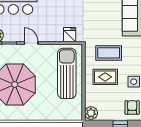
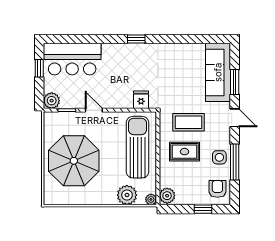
plant: (58, 112) -> (127, 195), added
plant: (78, 116) -> (151, 199), added

